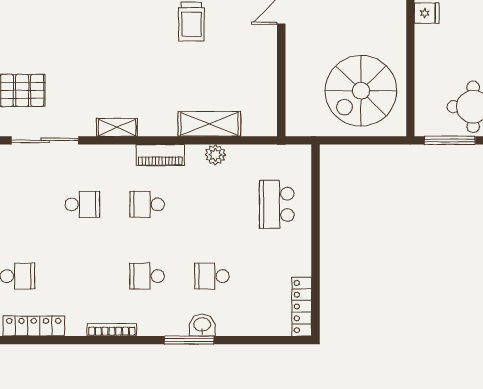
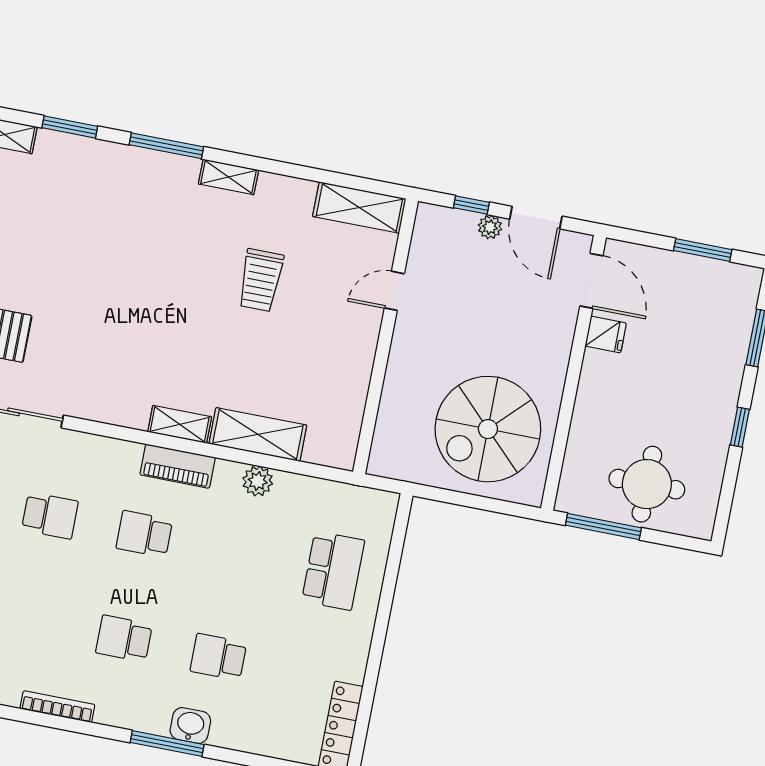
shelving: (117, 127) -> (180, 424), moved
school desk: (277, 204) -> (333, 571), turned 180

